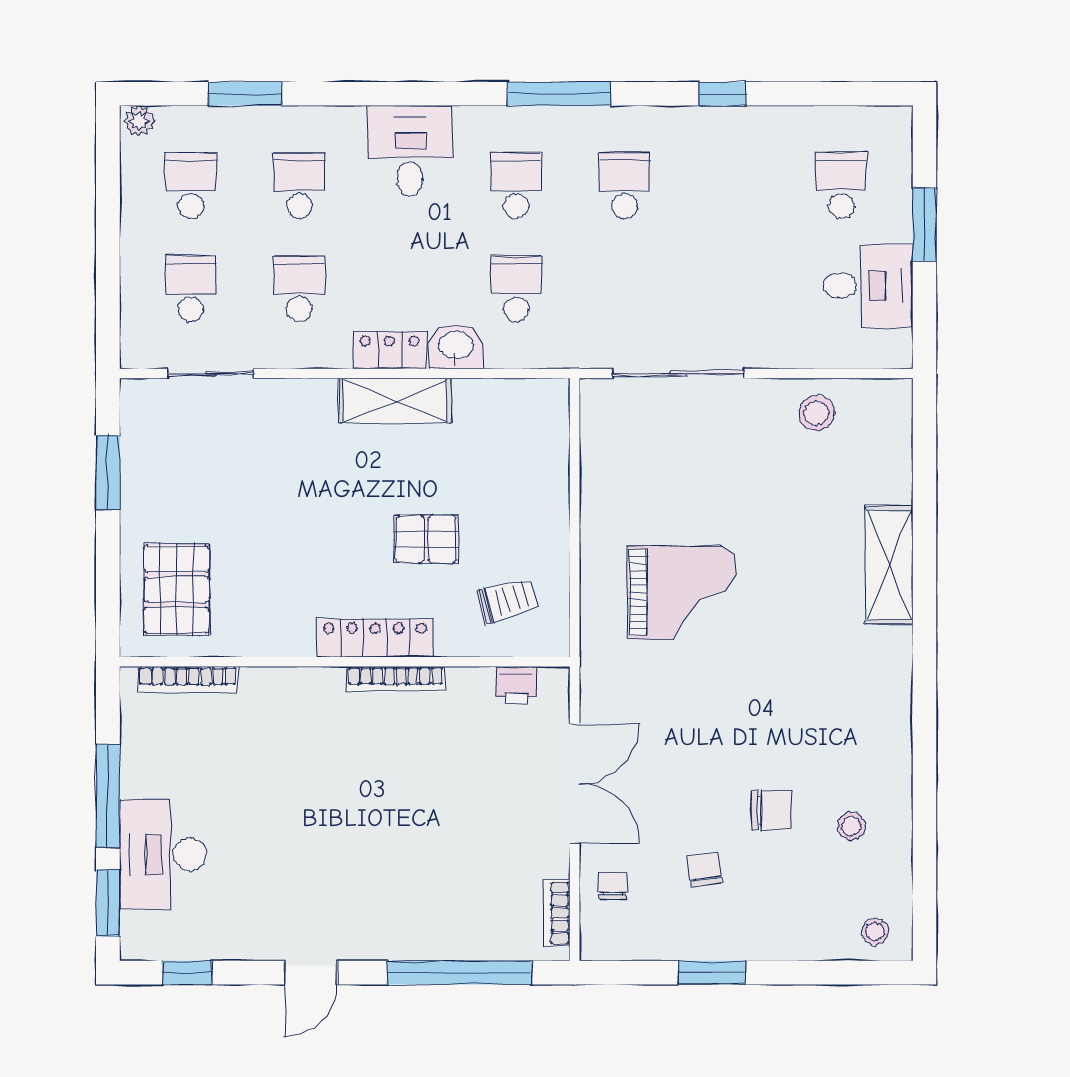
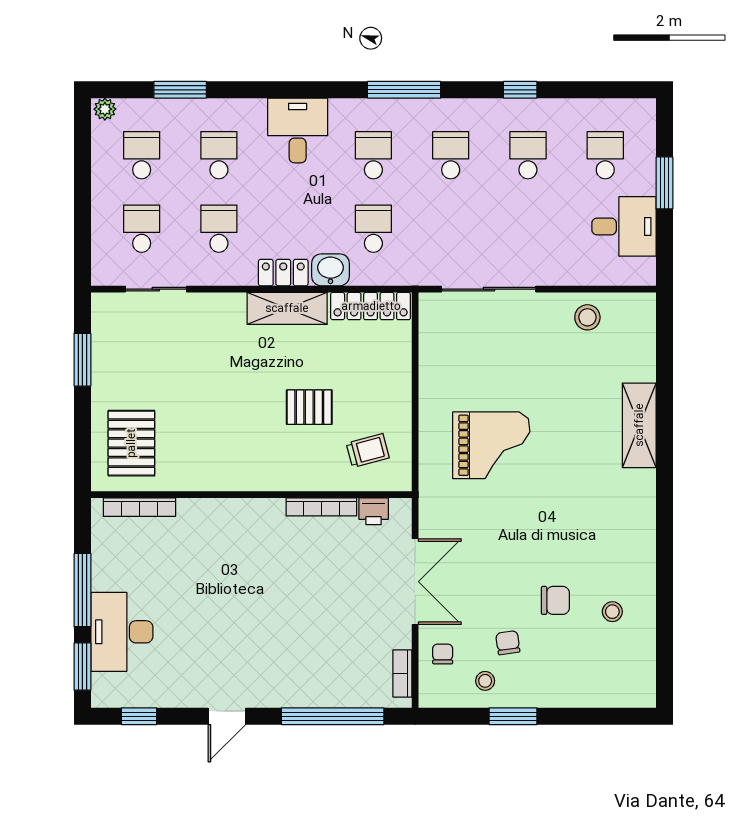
school desk: (733, 186) -> (528, 155), added
locker: (375, 638) -> (371, 306), moved, turned 180
bookcase: (396, 679) -> (321, 507), moved
stool: (875, 931) -> (485, 681), moved

